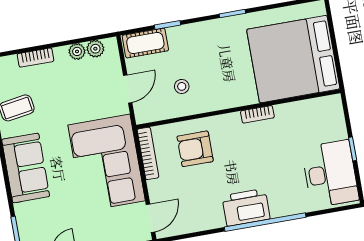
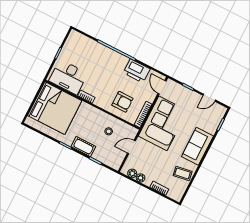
cot: (145, 43) -> (83, 147), moved
desk: (330, 174) -> (68, 77), moved, turned -90
printer: (246, 207) -> (137, 71), moved
door: (150, 218) -> (162, 87), hinge flipped

